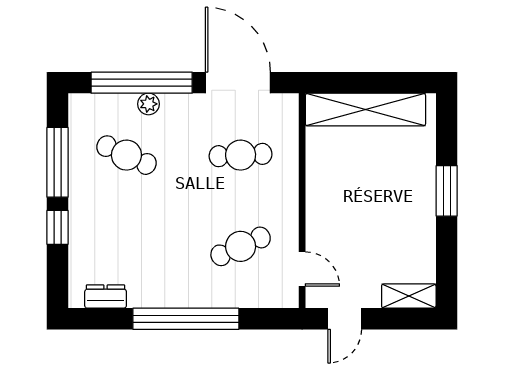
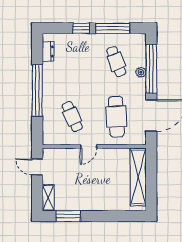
cafe table: (126, 155) -> (116, 62), turned -45
cafe table: (241, 155) -> (116, 117), width x1.37, depth x1.35
window: (447, 191) -> (68, 216), moved
door: (302, 269) -> (89, 146), moved

